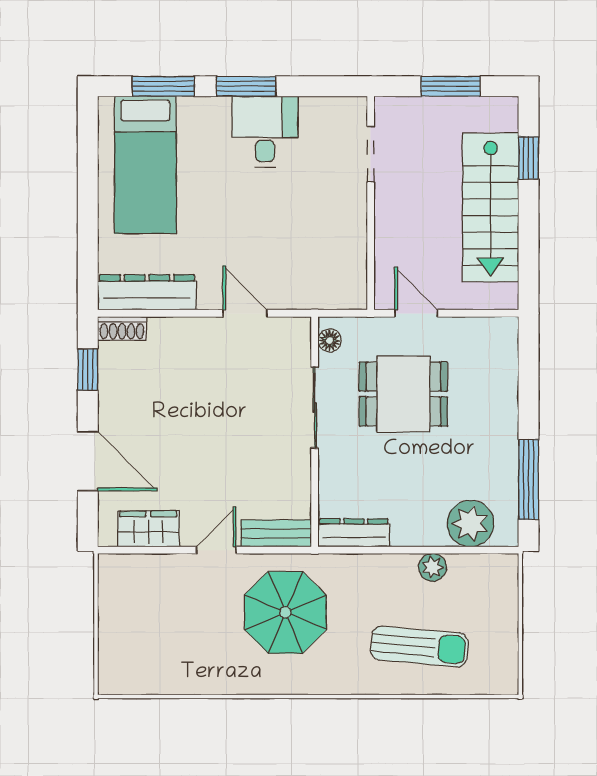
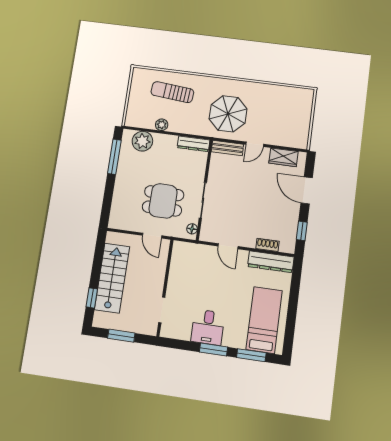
shoe rack: (122, 328) -> (267, 245), moved

